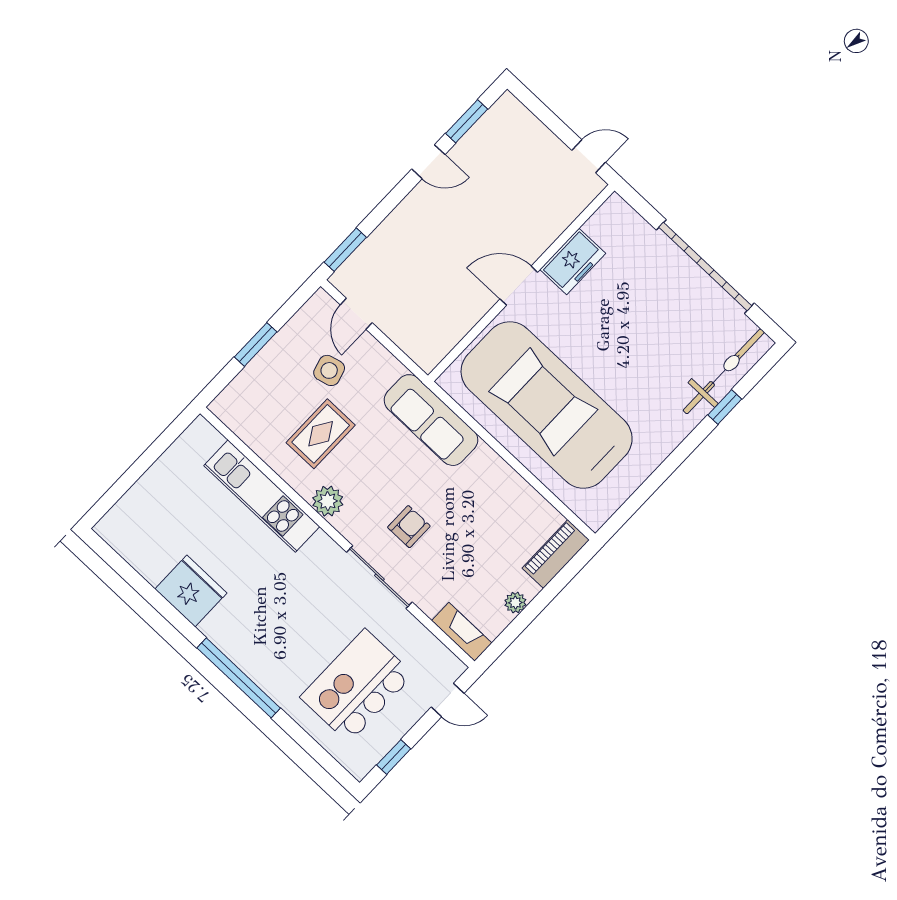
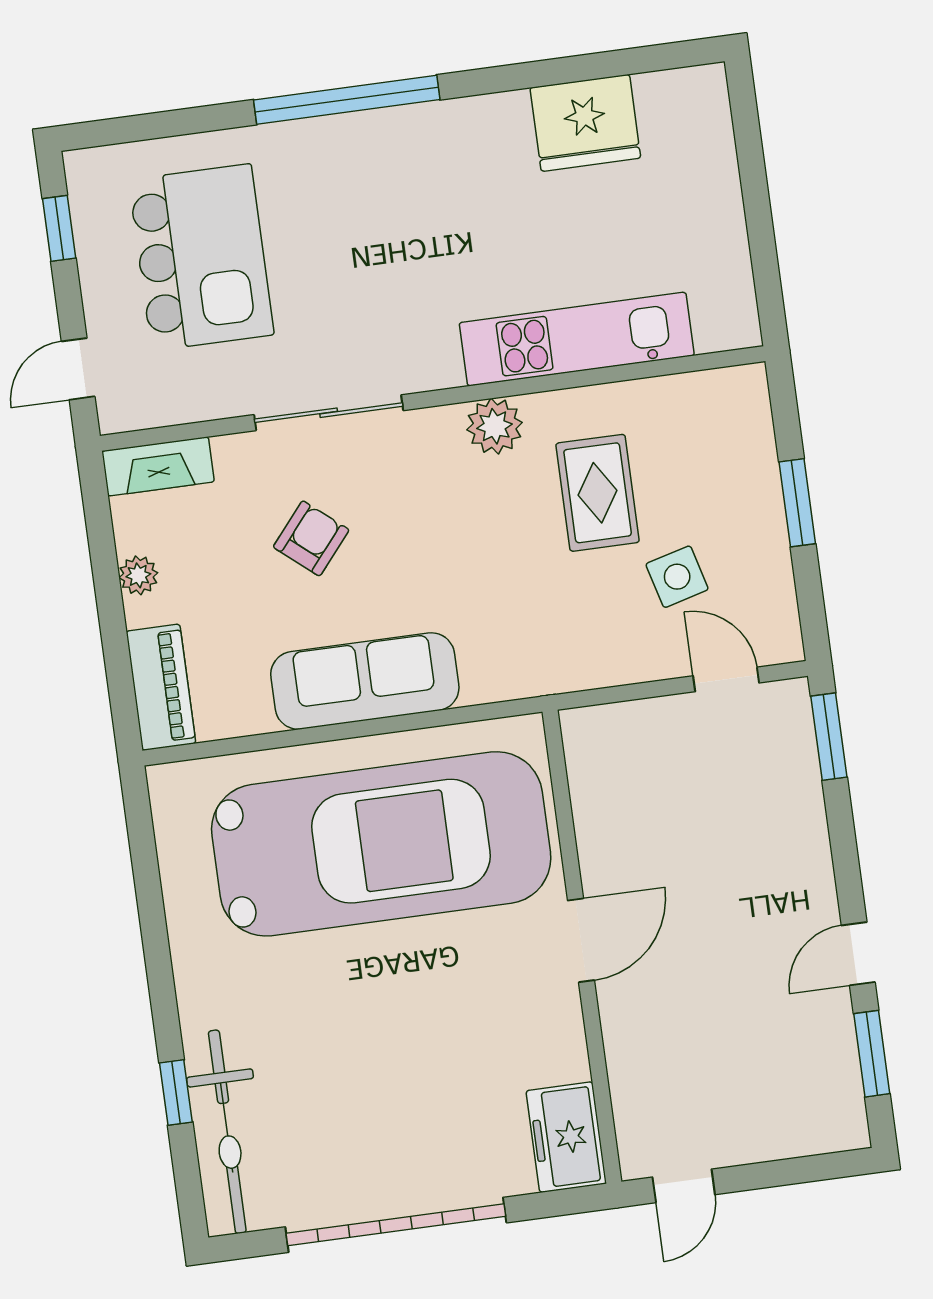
freezer: (573, 261) -> (566, 1137), moved
sofa: (431, 420) -> (365, 681), moved
armchair: (409, 527) -> (311, 538), moved, turned -140
fridge: (191, 591) -> (585, 123), moved

